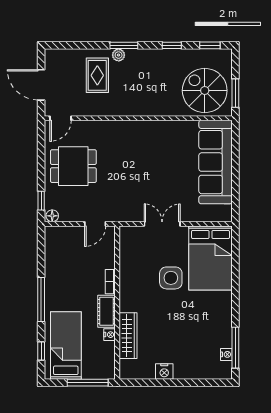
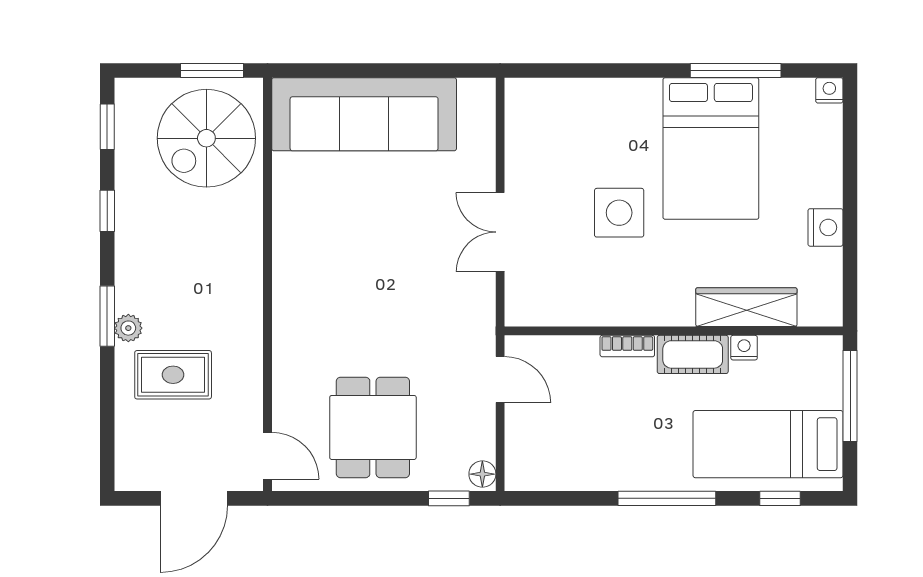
bed: (210, 258) -> (711, 148), moved, turned 90
window: (235, 348) -> (736, 70), moved
nightstand: (226, 354) -> (829, 90), moved

